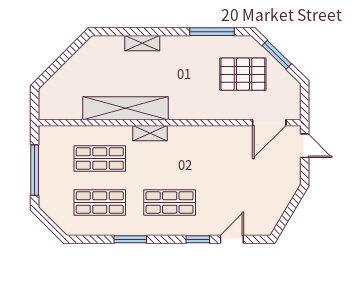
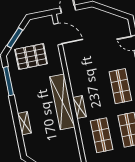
pallet: (243, 74) -> (31, 57), turned 90
shelving: (126, 108) -> (62, 102), moved

